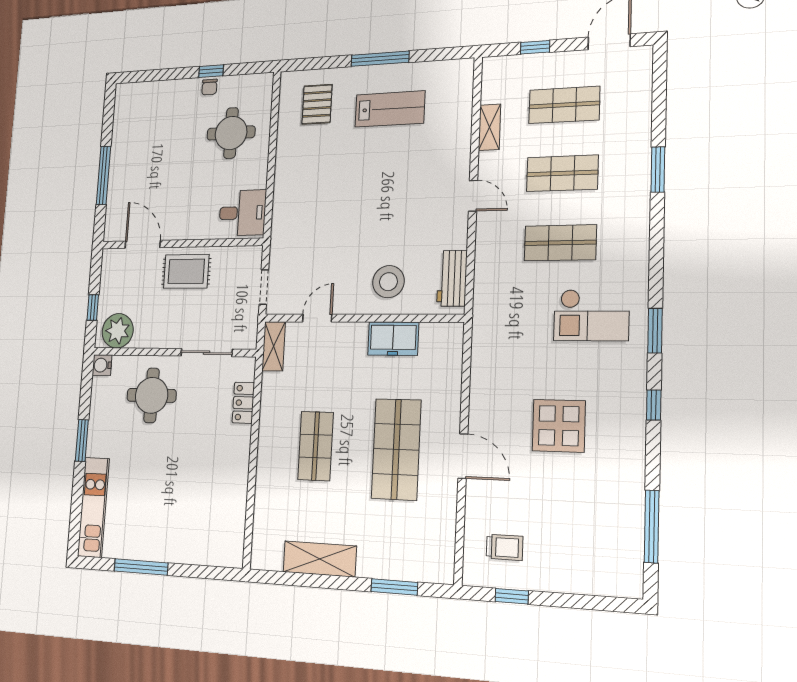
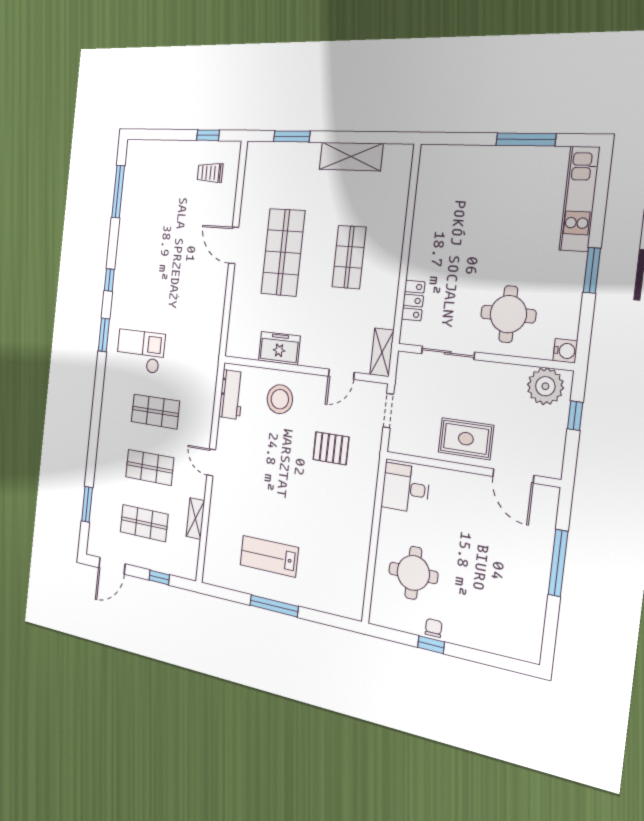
pallet: (317, 104) -> (331, 448), moved, turned 90
window: (658, 169) -> (87, 504), moved
display table: (559, 426) -> (167, 267), removed

